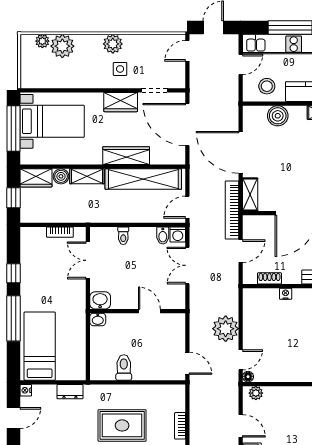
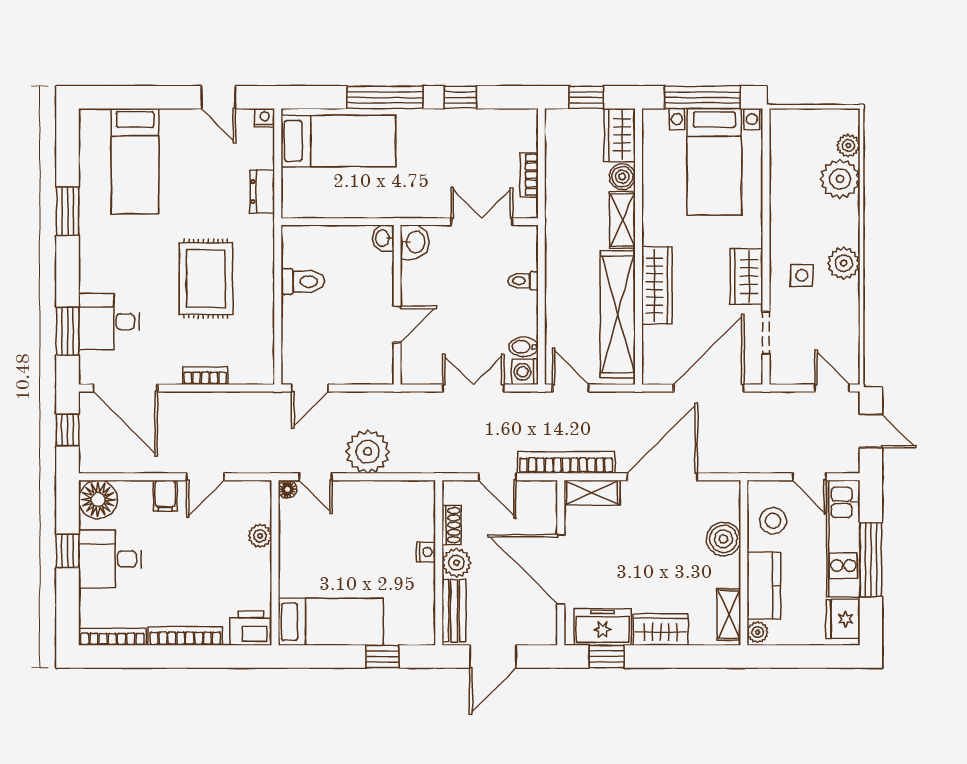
plant: (292, 276) -> (456, 563), added
plant: (256, 393) -> (260, 536), moved

